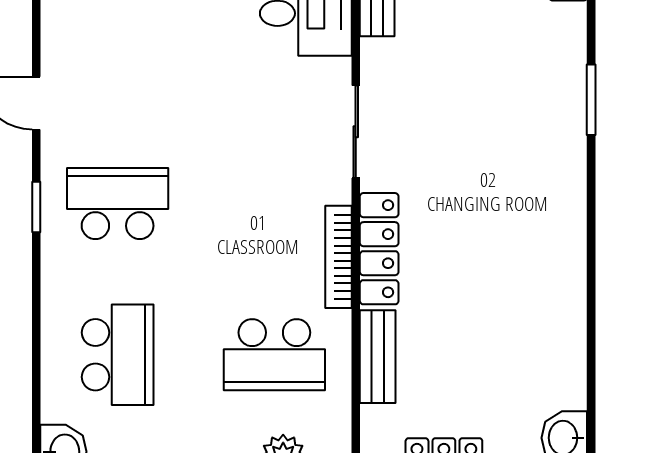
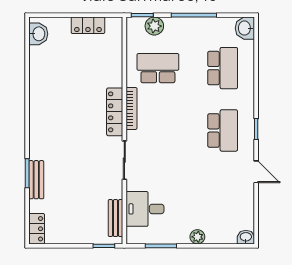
school desk: (118, 203) -> (223, 130), turned -90
school desk: (118, 355) -> (223, 68), turned 180
bench: (378, 357) -> (36, 180), moved

